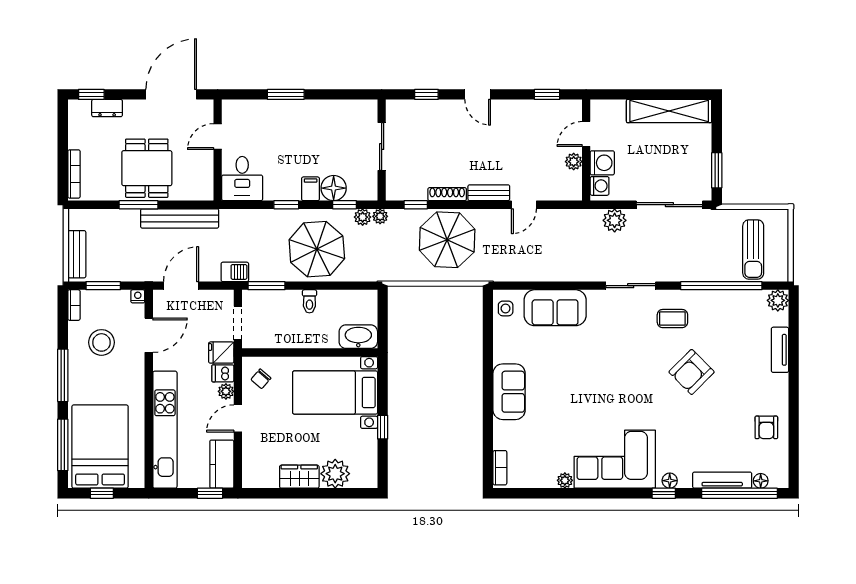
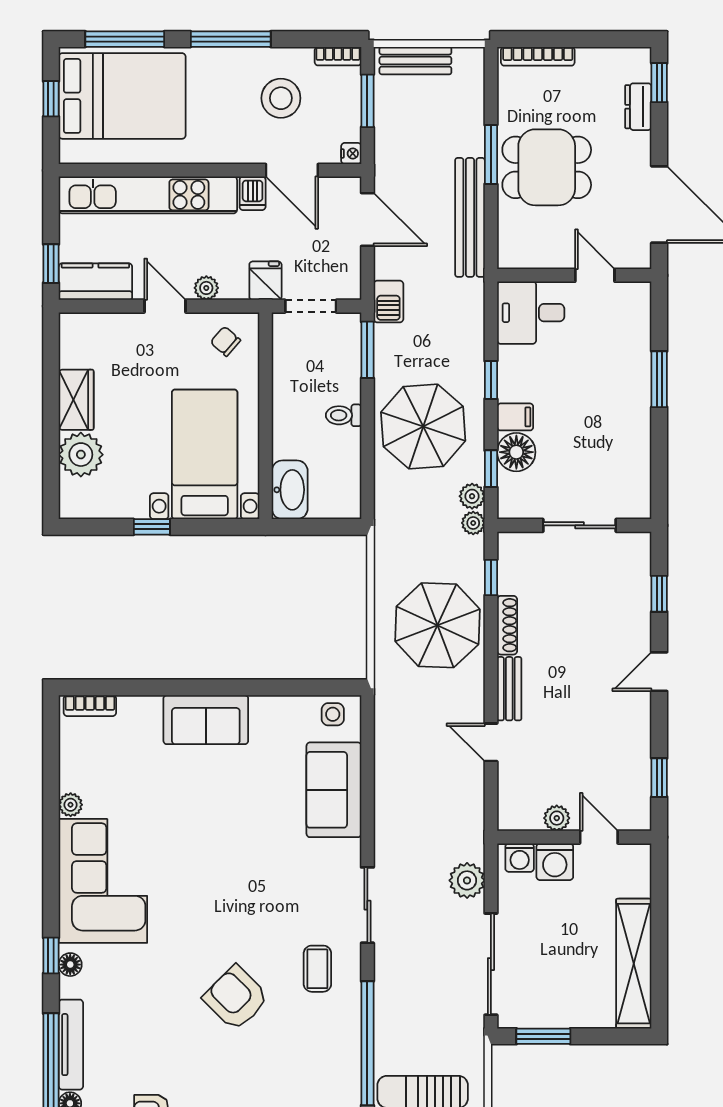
dishwasher: (223, 373) -> (253, 193), moved, turned 180

